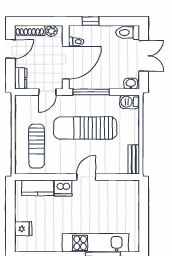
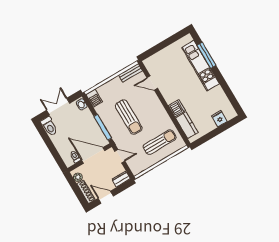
window: (91, 21) -> (56, 155), removed
sun lounger: (85, 128) -> (129, 117), width x0.73, depth x0.75
door: (86, 177) -> (152, 83), moved

